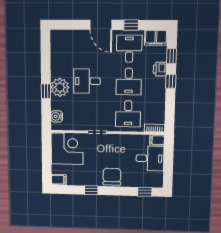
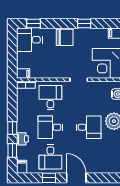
filing cabinet: (156, 38) -> (22, 167), width x0.50
desk: (129, 82) -> (50, 127), turned -90
desk: (150, 158) -> (29, 40), moved
chair: (112, 177) -> (65, 37), turned -90

